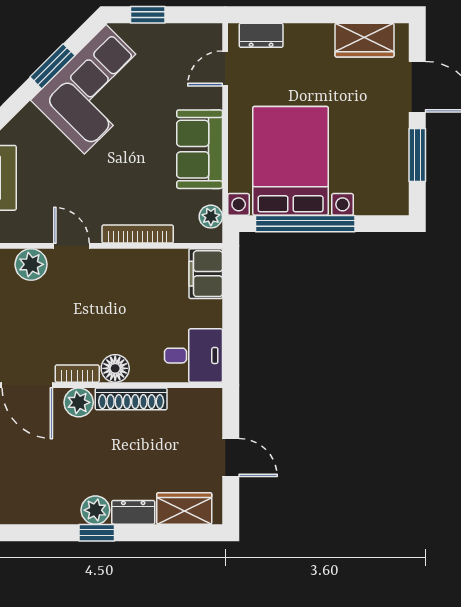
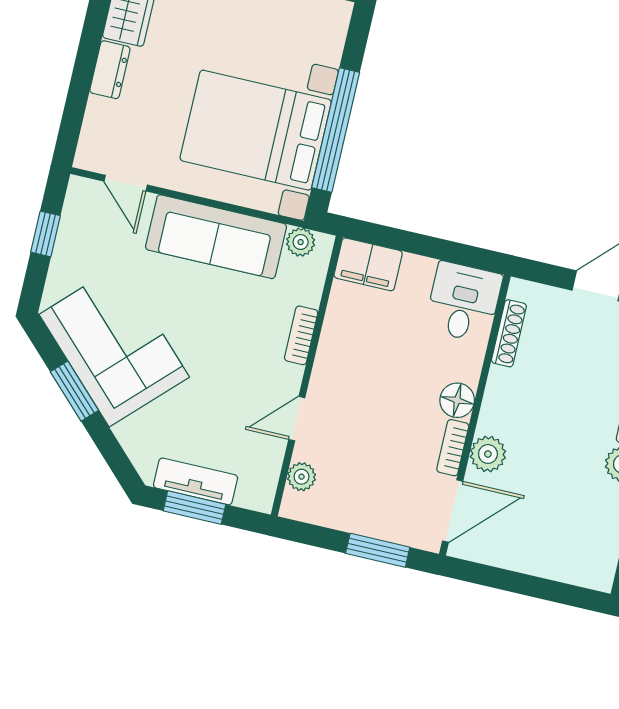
window: (148, 15) -> (46, 234), moved
dresser: (261, 35) -> (110, 70), moved
sofa: (200, 149) -> (216, 237), width x1.36
bookcase: (138, 234) -> (301, 335), width x0.64
plant: (31, 264) -> (302, 477), width x0.73, depth x0.73
shoe rack: (131, 399) -> (509, 333), moved, width x0.74, depth x0.81

